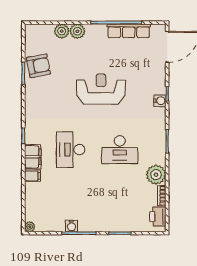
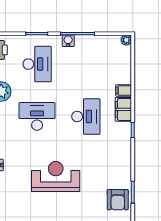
armchair: (38, 66) -> (118, 200), turned -79
reception desk: (101, 89) -> (56, 177), turned 180
desk: (120, 202) -> (37, 64), added
water cooler: (71, 226) -> (68, 41), moved

